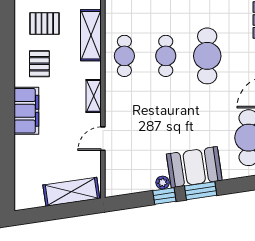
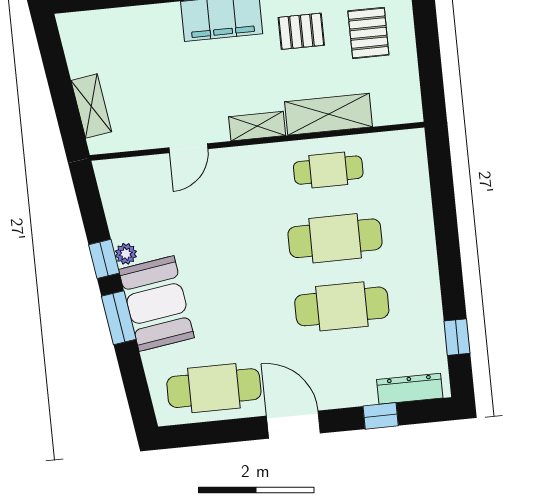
shelving: (91, 35) -> (329, 114), moved
cafe table: (166, 56) -> (335, 238), width x1.37, depth x1.35
door: (103, 139) -> (188, 148), swing flipped
shelving: (71, 192) -> (91, 106), width x0.67, depth x0.75

